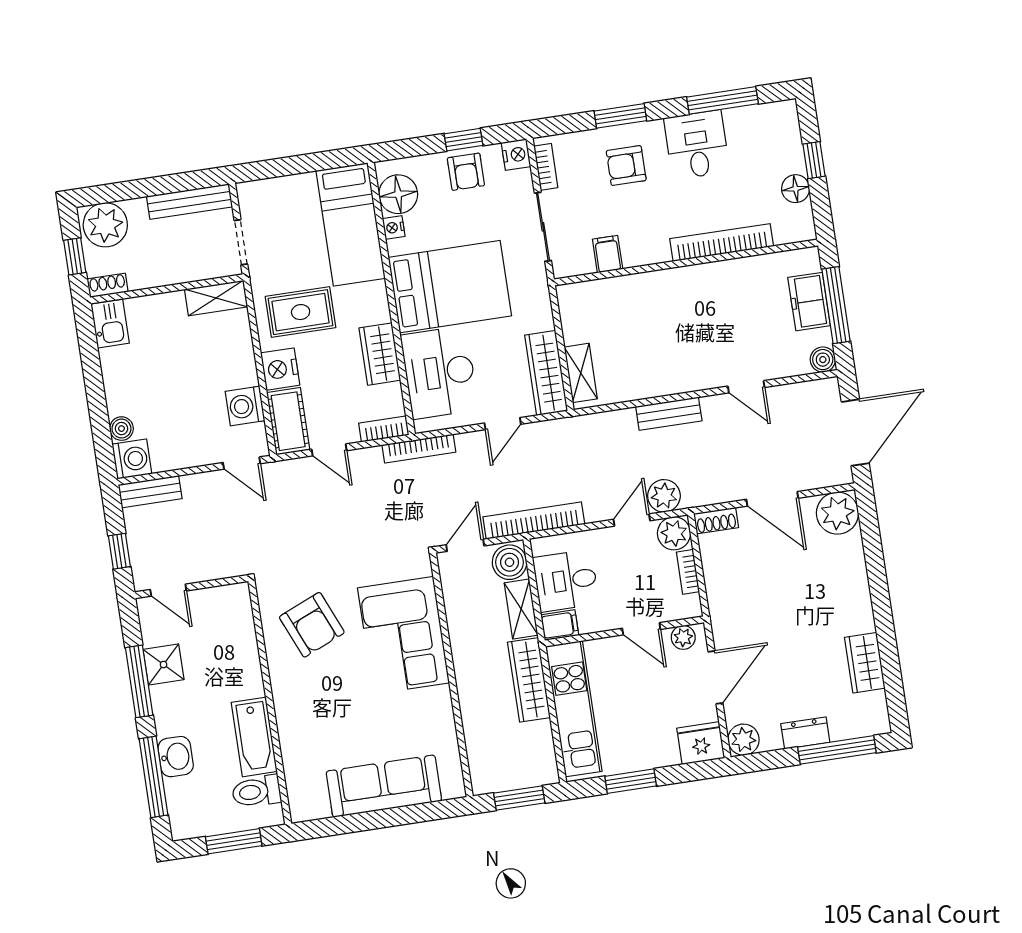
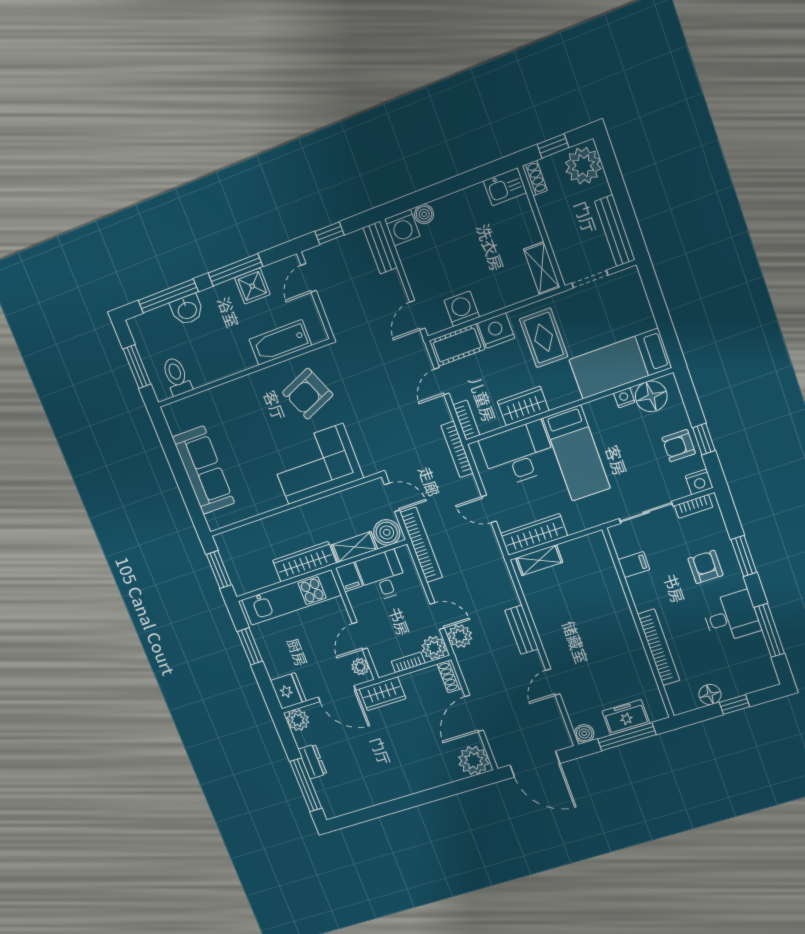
bed: (450, 287) -> (576, 453), width x0.67
wardrobe: (865, 663) -> (382, 694), moved, turned 180
bathtub: (254, 737) -> (280, 342), moved

